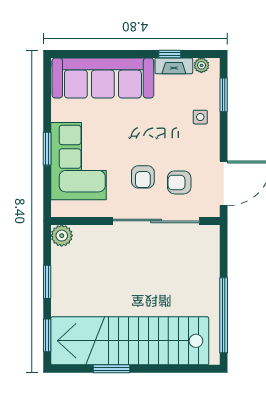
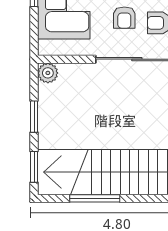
window: (111, 369) -> (95, 198), width x1.44

